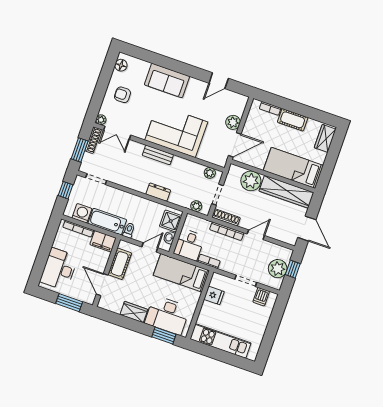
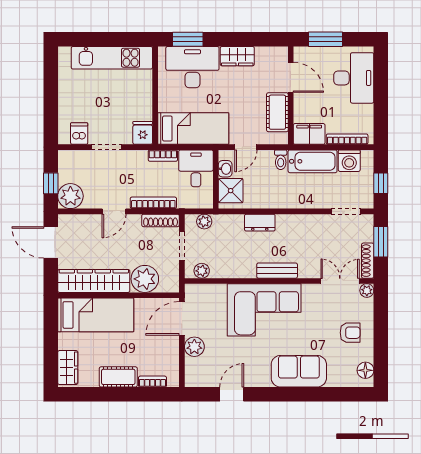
plant: (278, 269) -> (70, 196), moved
fridge: (214, 295) -> (143, 133), moved, turned 90

